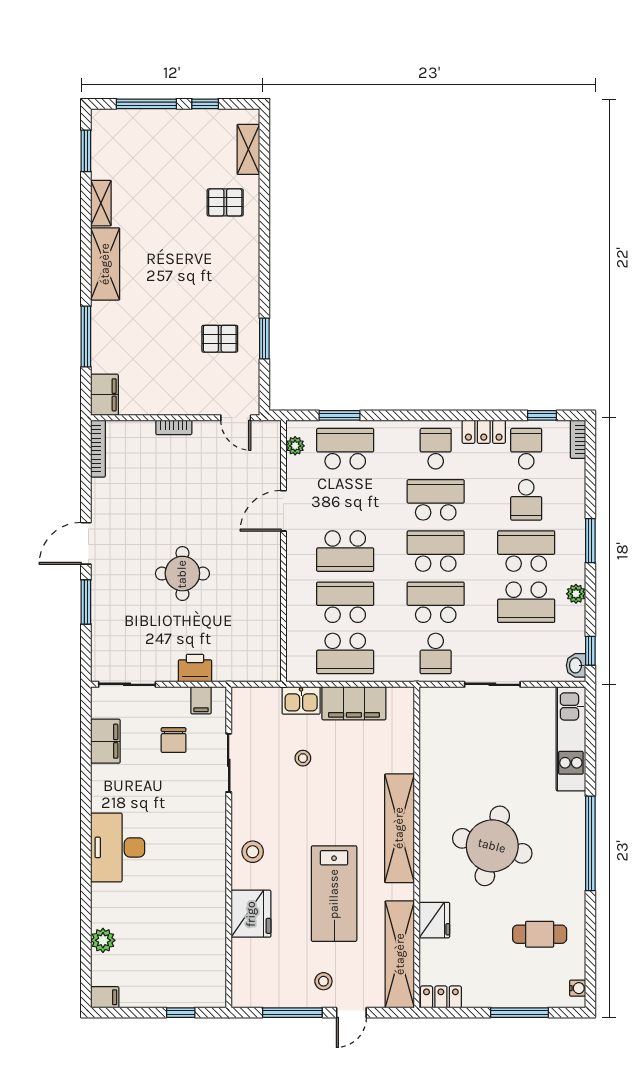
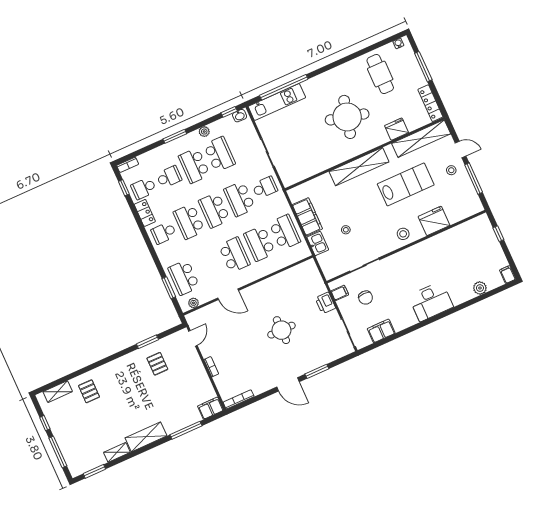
chair: (174, 740) -> (366, 298), turned 90
window: (590, 843) -> (284, 87), moved
cafe table: (540, 934) -> (380, 74), width x1.37, depth x1.35
locker: (441, 997) -> (430, 103), width x1.53

